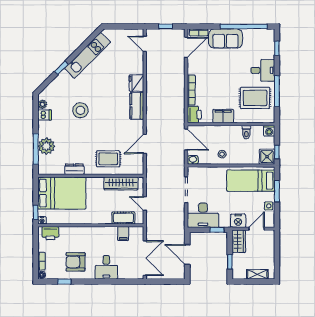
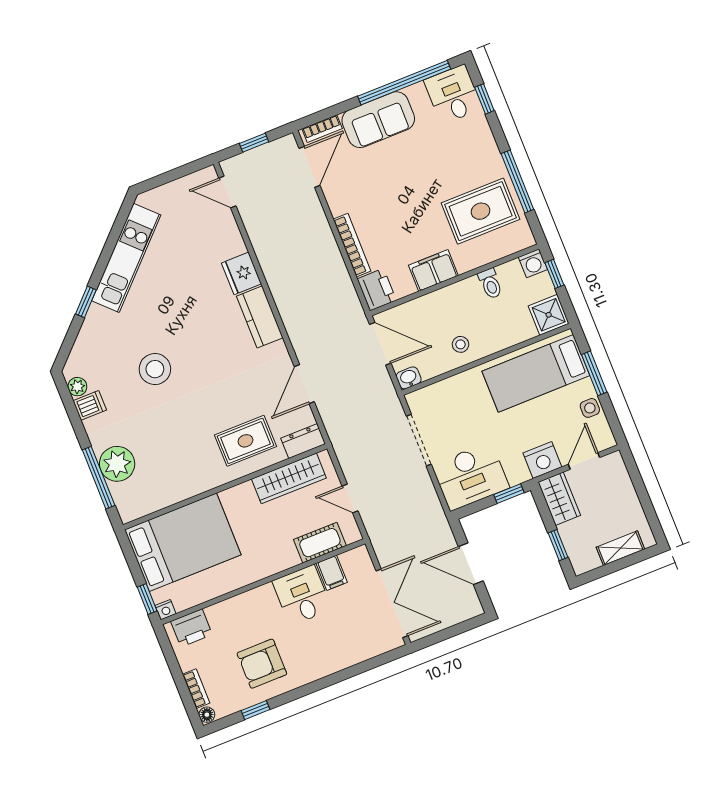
desk: (263, 70) -> (453, 94), moved, turned -90
window: (277, 152) -> (554, 274), moved
dresser: (74, 169) -> (303, 441), moved
desk: (106, 267) -> (302, 595), moved, turned 180

